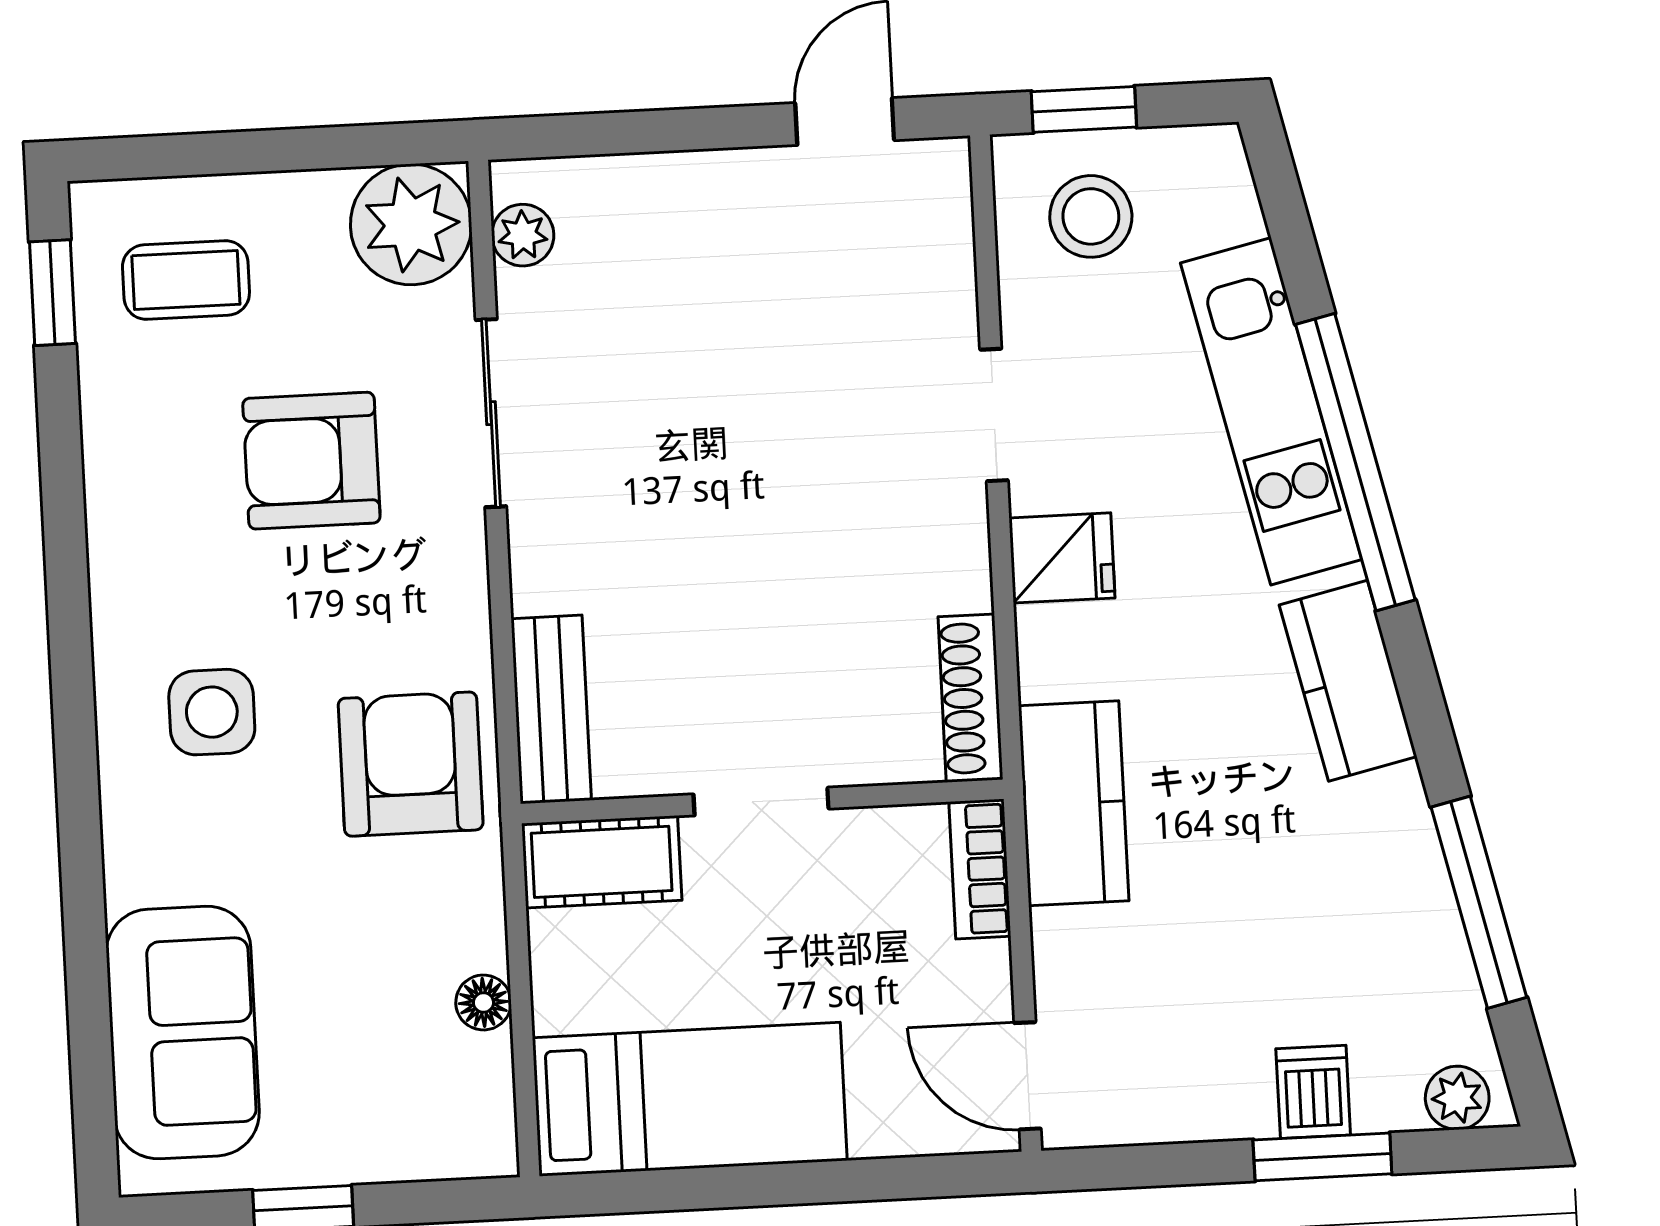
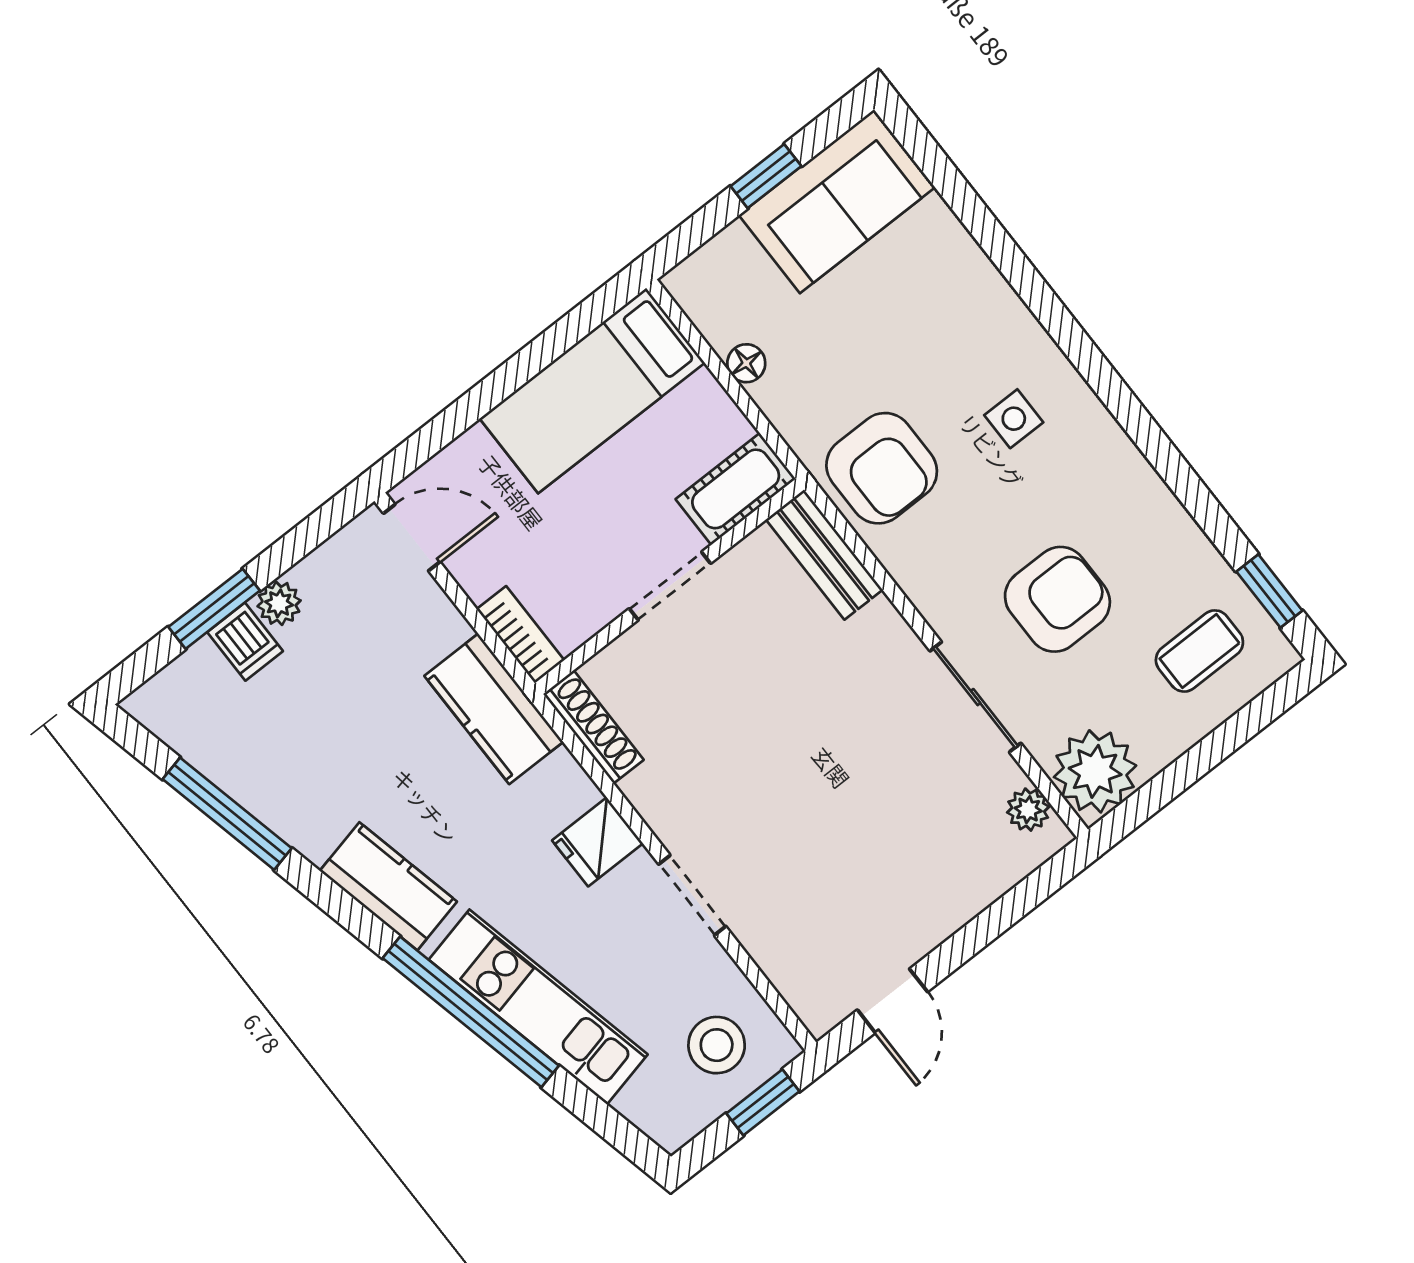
side table: (212, 712) -> (1014, 419), width x0.73, depth x0.73
sofa: (183, 1033) -> (837, 201), moved, turned -90
plant: (1457, 1098) -> (279, 603), moved

